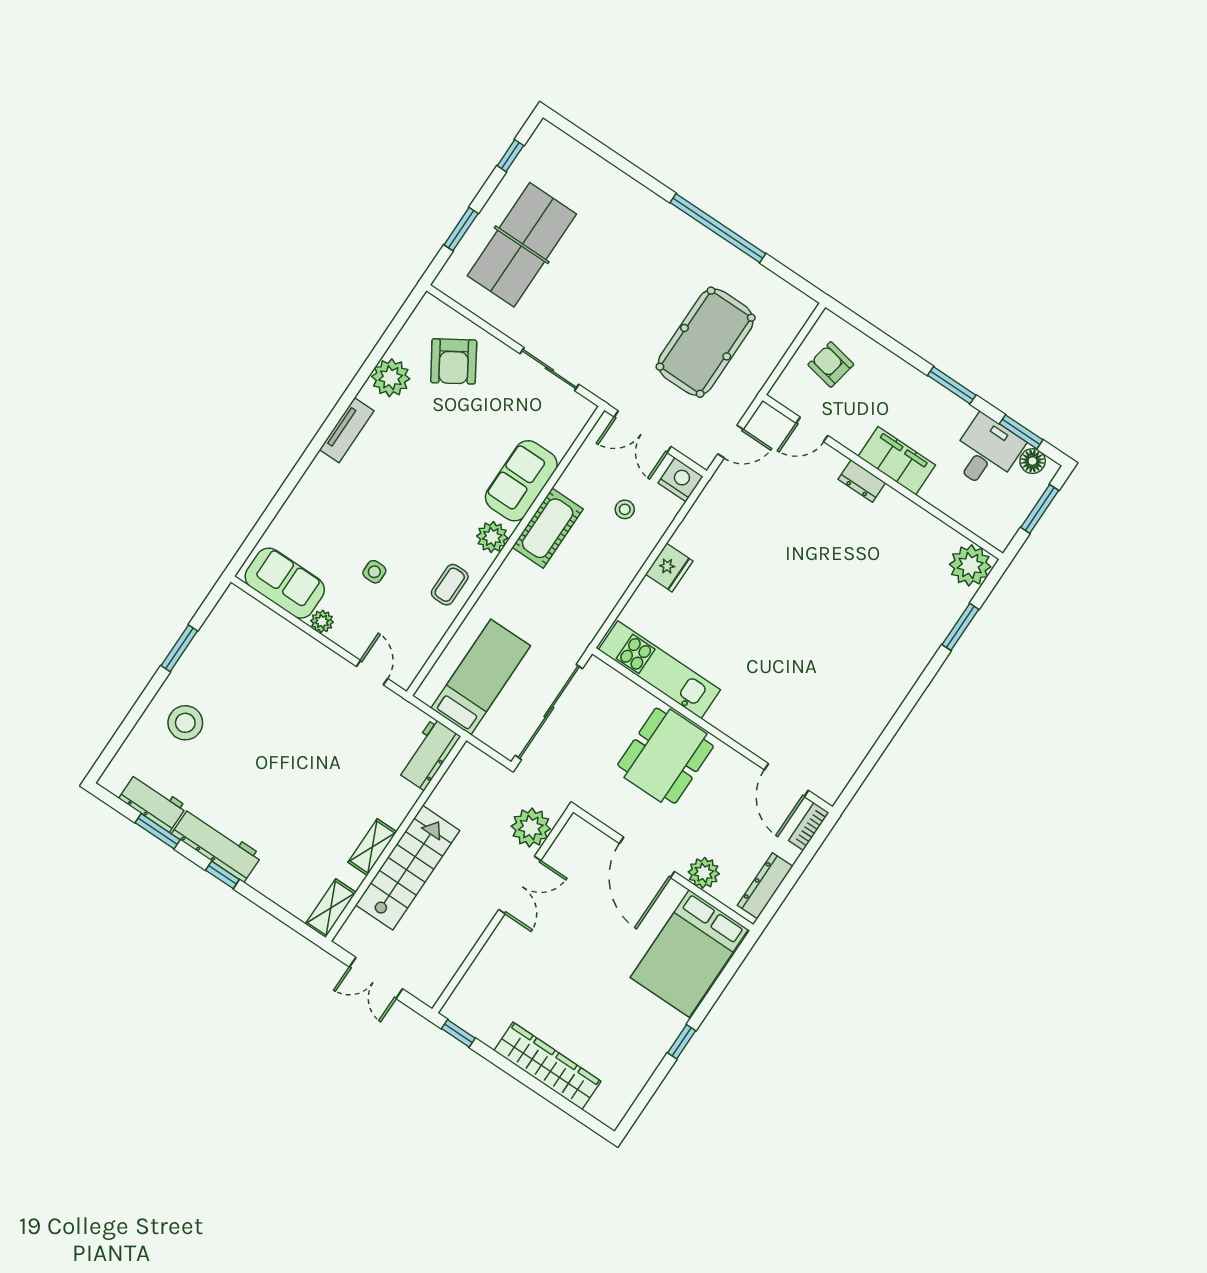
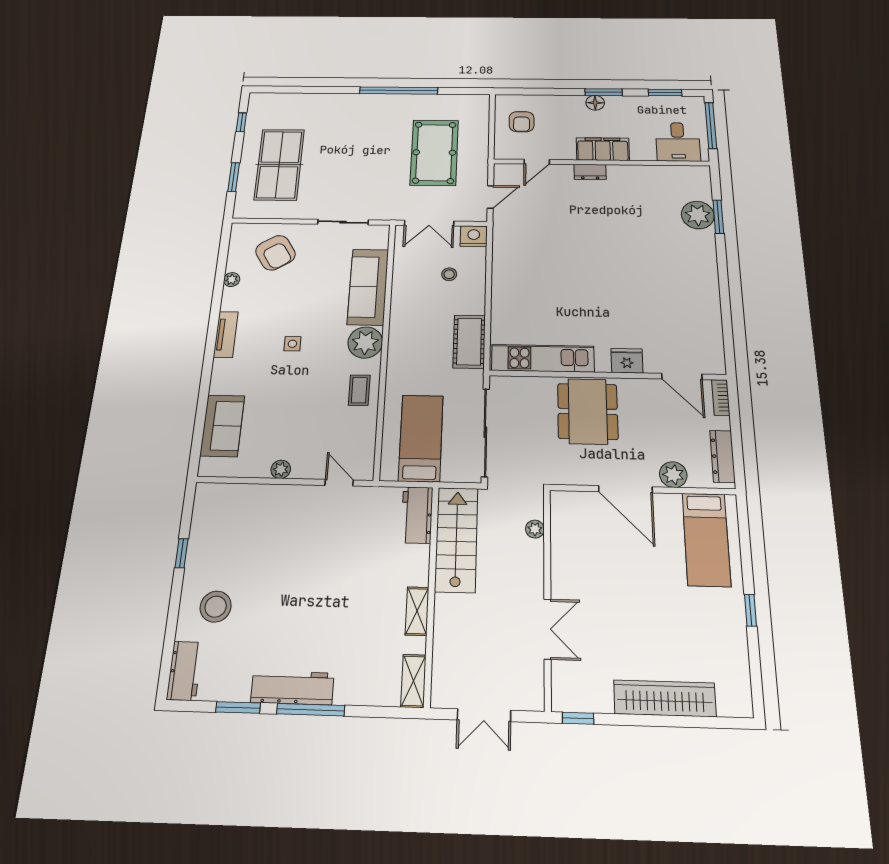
armchair: (831, 365) -> (522, 122), turned -101
plant: (391, 378) -> (232, 280), width x0.53, depth x0.53
desk: (986, 452) -> (678, 142), moved, turned 180
floor lamp: (1033, 461) -> (595, 103), moved
sofa: (521, 481) -> (368, 287), width x1.36
window: (1040, 509) -> (711, 125), width x1.44
cot: (548, 528) -> (469, 342), moved
plant: (492, 537) -> (365, 342), width x1.36, depth x1.36
plant: (970, 565) -> (698, 215), moved
fridge: (669, 568) -> (627, 361), moved, turned -90
side table: (374, 572) -> (292, 344), moved
sofa: (285, 583) -> (222, 426), moved, turned 90
window: (179, 648) -> (182, 553), width x0.67
workbench: (153, 802) -> (185, 671), moved, turned 90
plant: (531, 827) -> (535, 529), width x0.53, depth x0.53
stairs: (408, 868) -> (456, 539), moved
window: (222, 875) -> (311, 710), width x2.17
double door: (520, 885) -> (547, 629), moved
bed: (689, 953) -> (706, 539), width x0.67

